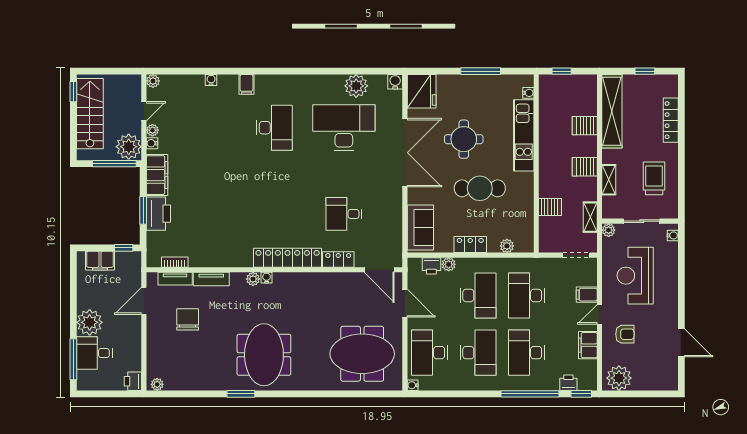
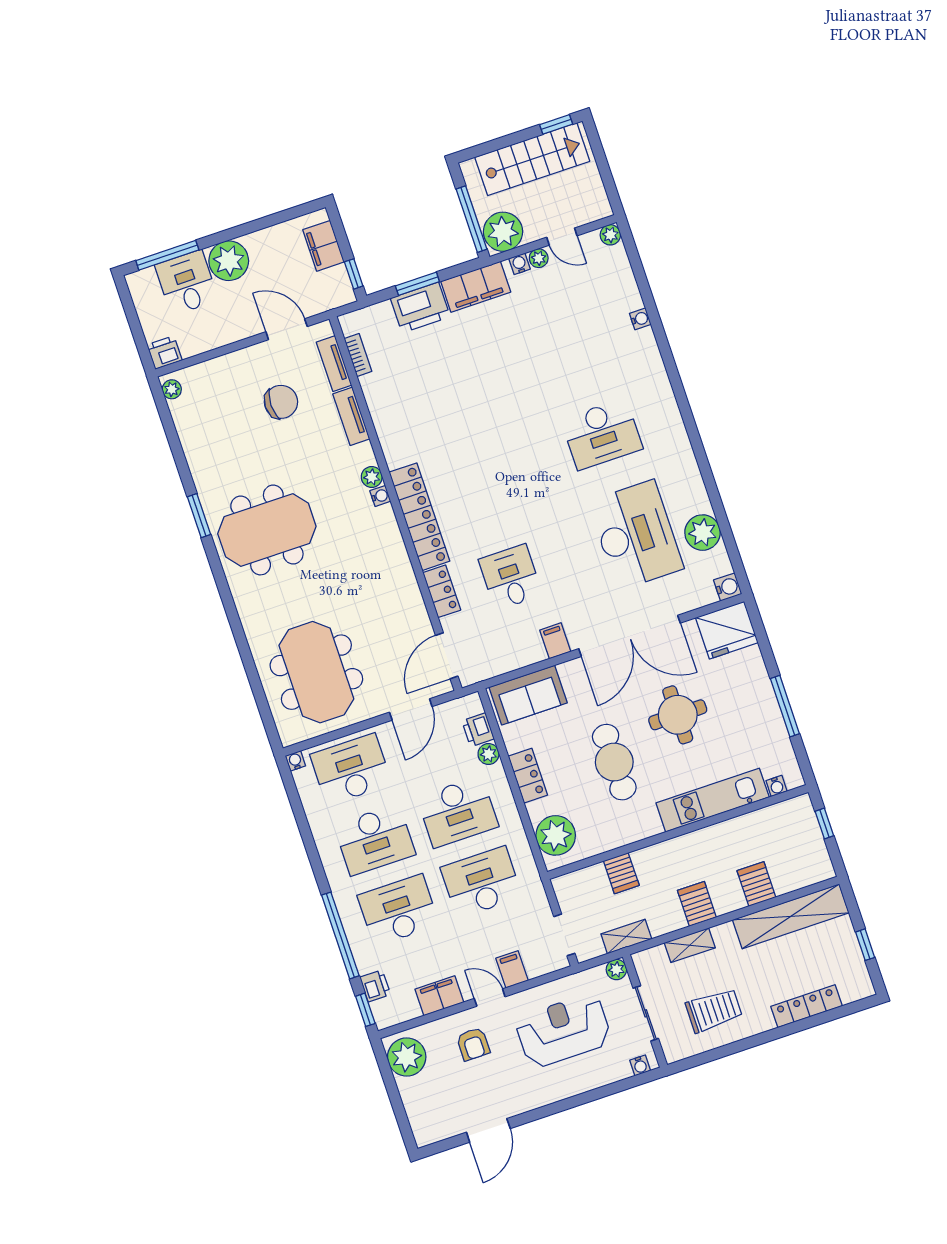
filing cabinet: (246, 84) -> (555, 641), moved, turned 90
plant: (507, 246) -> (556, 835), width x1.88, depth x1.88

